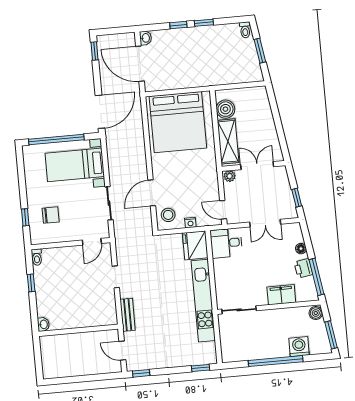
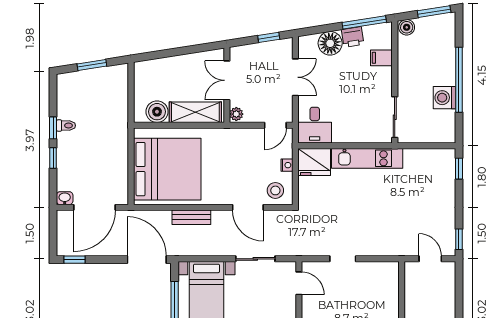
toilet: (245, 30) -> (66, 126), moved
floor lamp: (301, 249) -> (330, 43), width x1.89, depth x1.89
filing cabinet: (281, 295) -> (381, 58), width x0.50
kitchen unit: (203, 301) -> (367, 158), width x0.73
bench: (128, 315) -> (191, 217), moved
washing machine: (299, 347) -> (444, 98), moved
door: (122, 351) -> (430, 259), swing flipped

